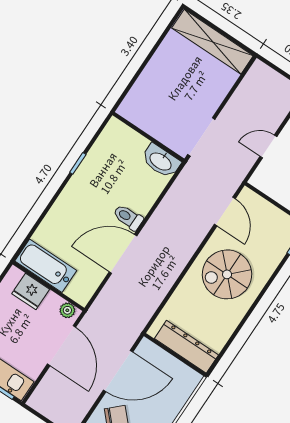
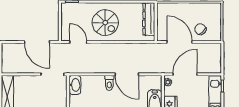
door: (268, 147) -> (37, 42), width x1.87
door: (225, 211) -> (78, 42), hinge flipped

